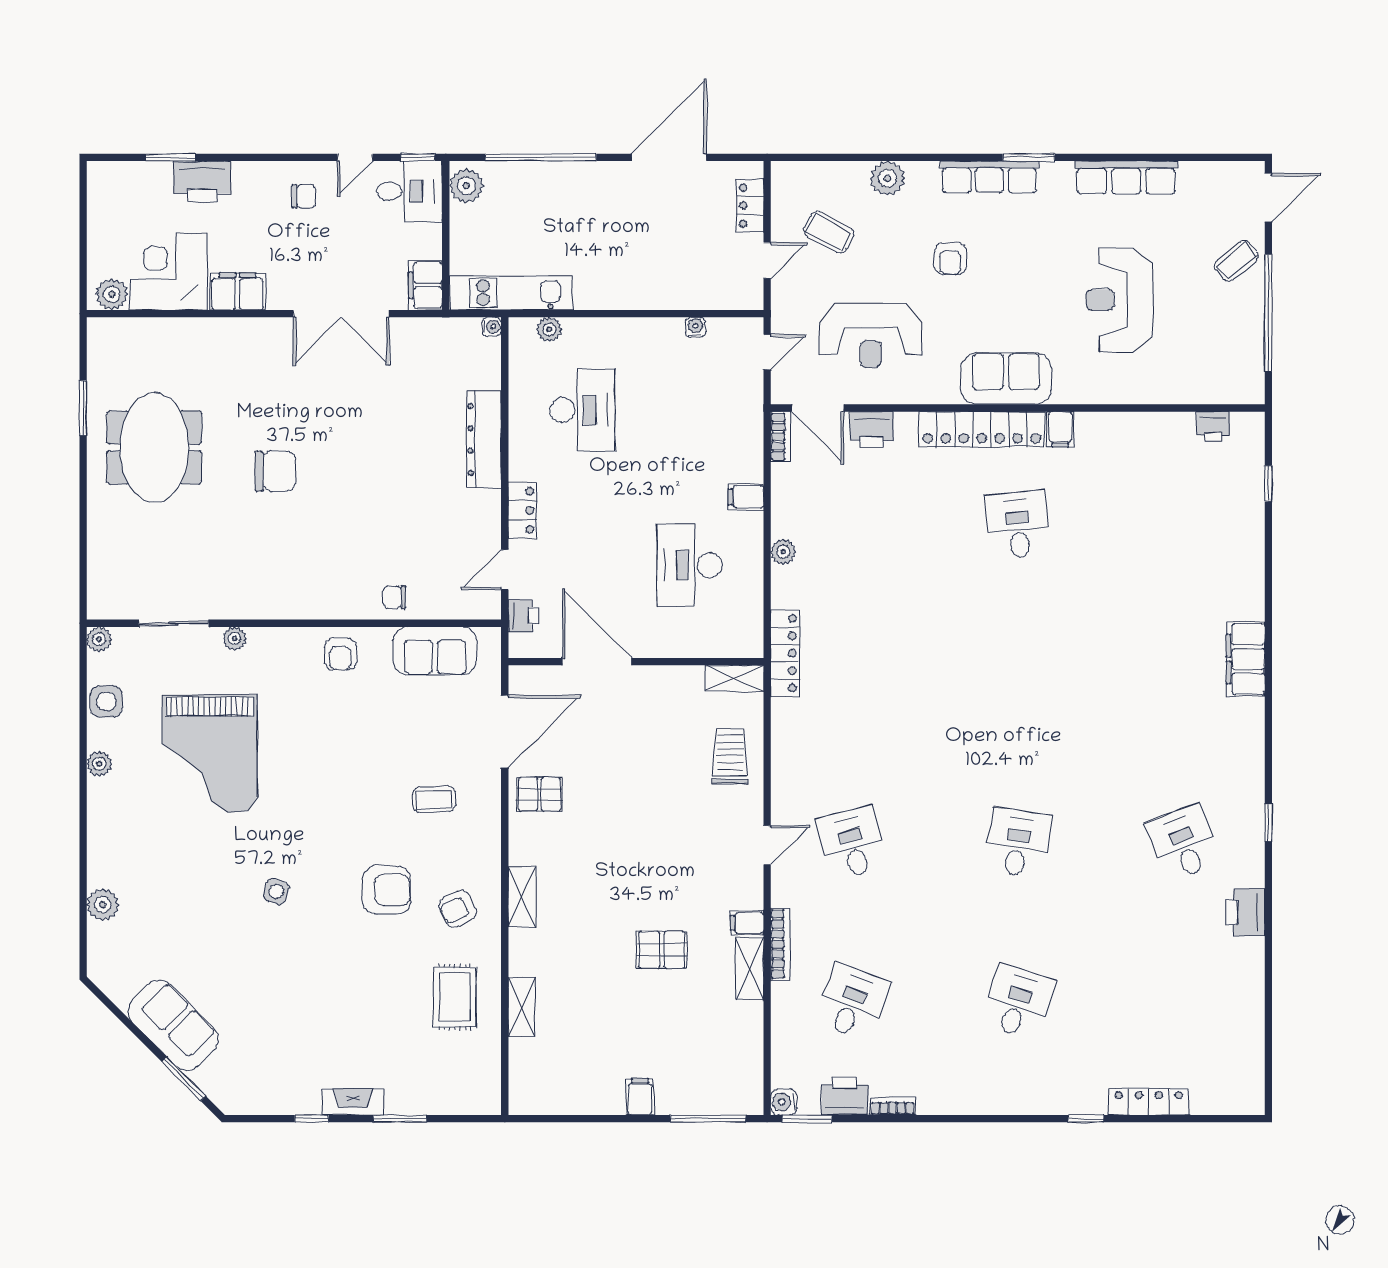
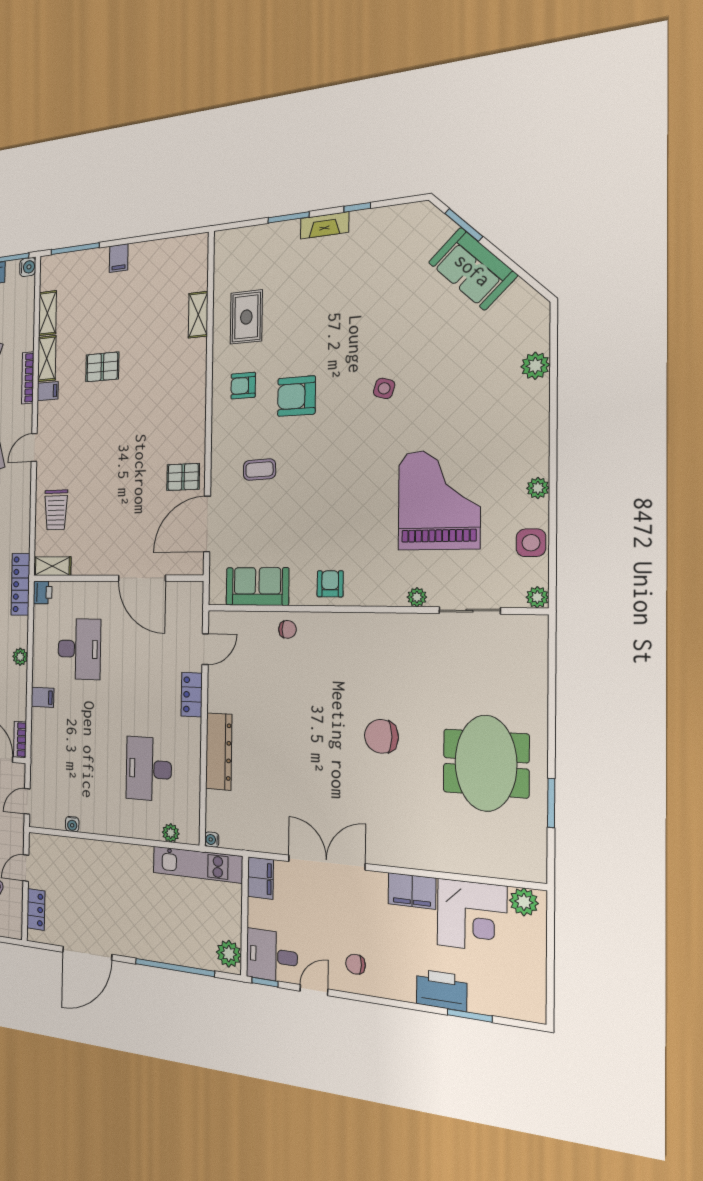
printer: (523, 616) -> (43, 592), moved, turned 180
shelving: (522, 897) -> (47, 313), moved
armchair: (458, 909) -> (243, 386), turned -153

